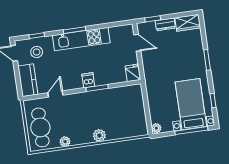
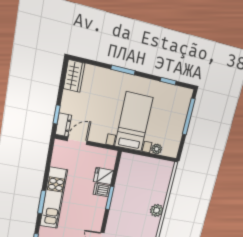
dresser: (165, 24) -> (63, 125), moved
fridge: (133, 73) -> (104, 176), moved
dishwasher: (88, 80) -> (102, 190), moved
bed with nightstands: (191, 104) -> (134, 122), moved, turned 90
plant: (156, 128) -> (157, 149), moved

